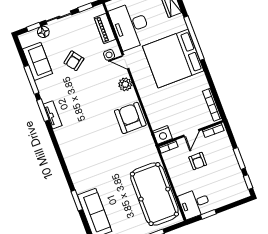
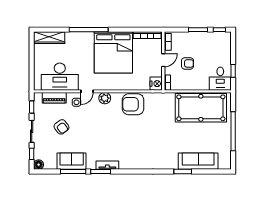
floor lamp: (43, 32) -> (39, 165), moved
bed: (173, 59) -> (113, 52), moved
sofa: (37, 61) -> (72, 161), moved
armchair: (74, 61) -> (61, 127), moved
door: (191, 133) -> (163, 60), hinge flipped

